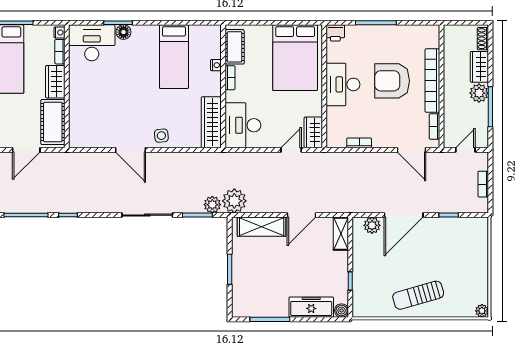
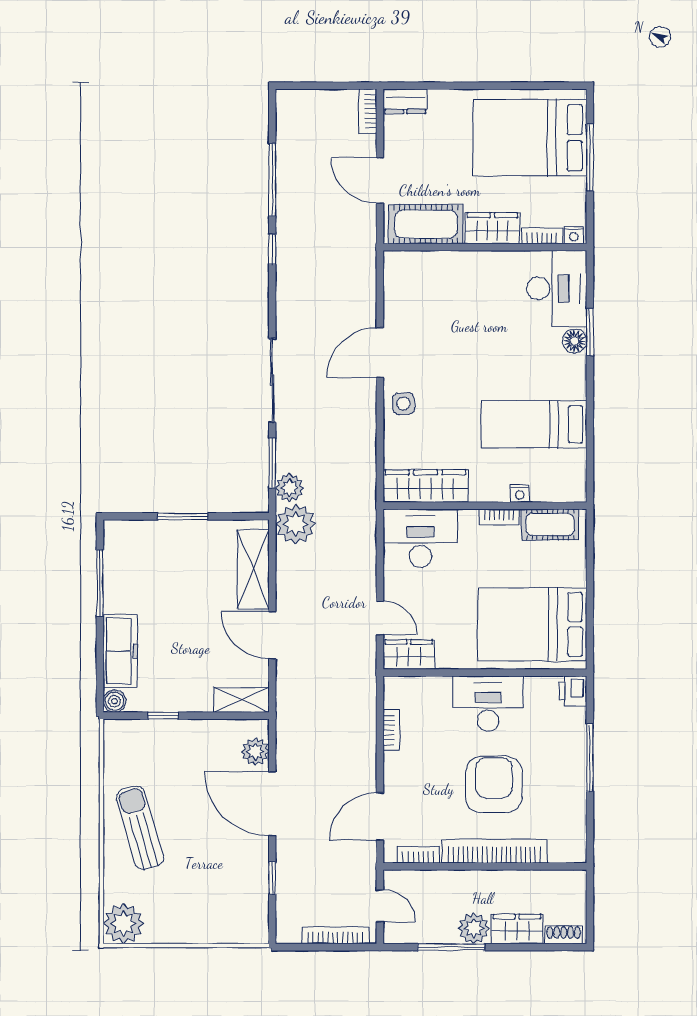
bookcase: (483, 184) -> (335, 935), width x1.56
plant: (482, 311) -> (124, 924), width x1.88, depth x1.88

